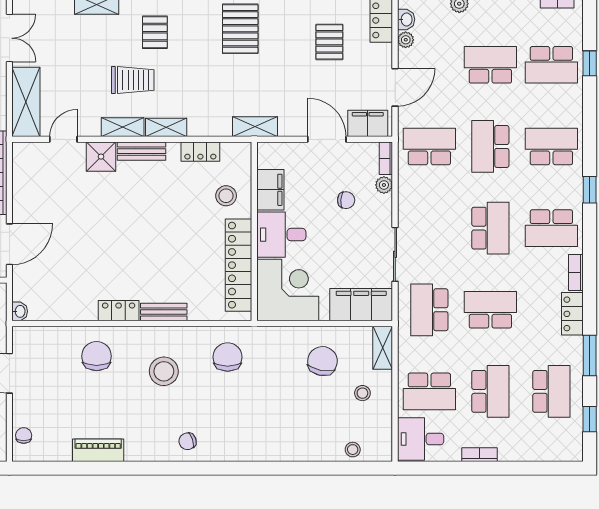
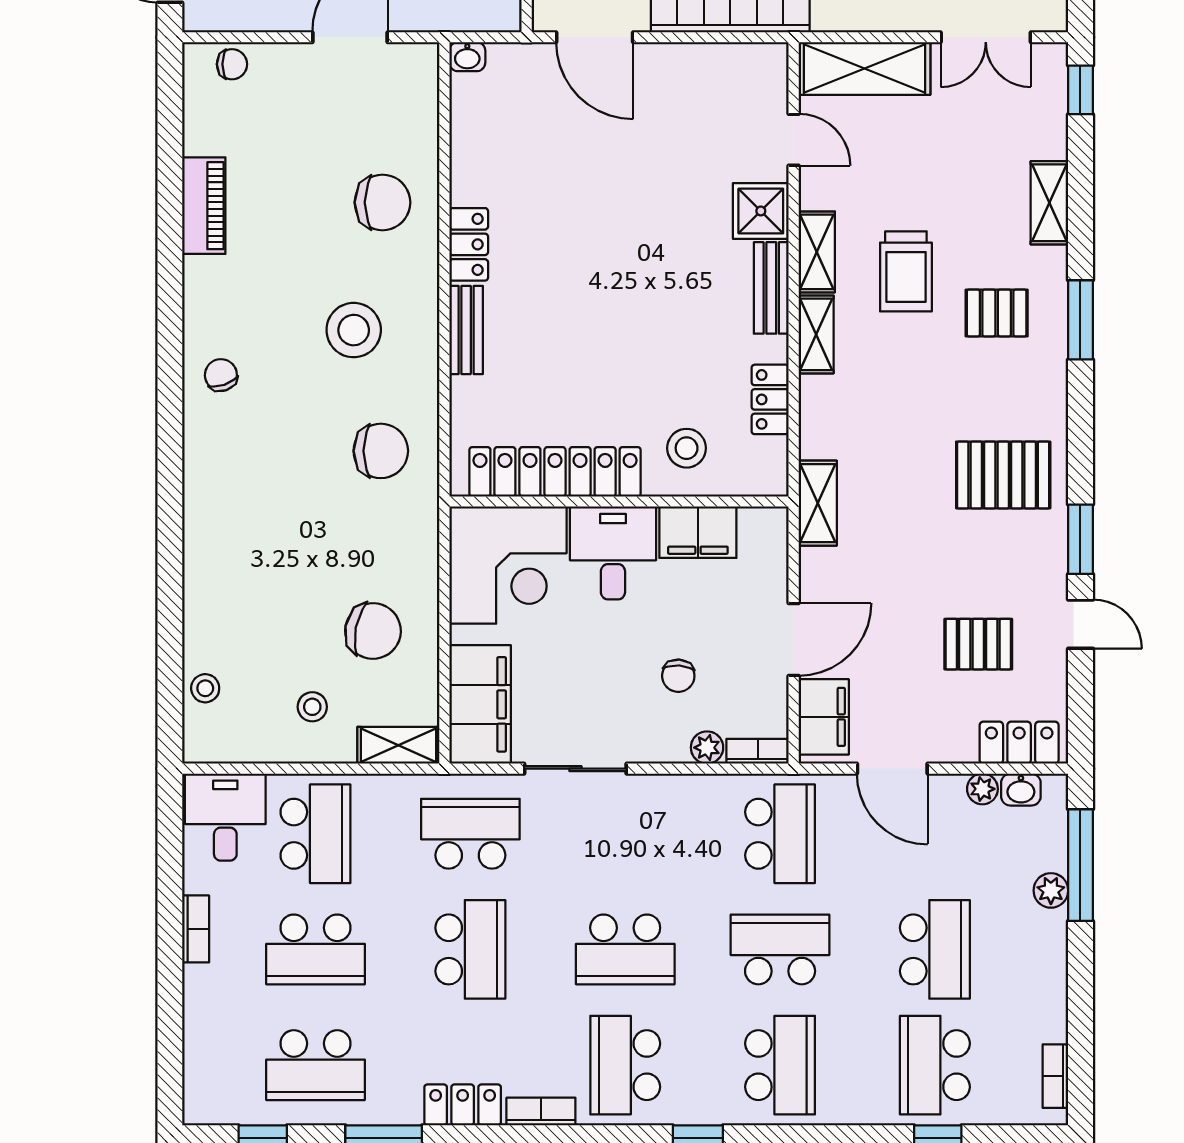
school desk: (429, 391) -> (315, 834), turned 180

